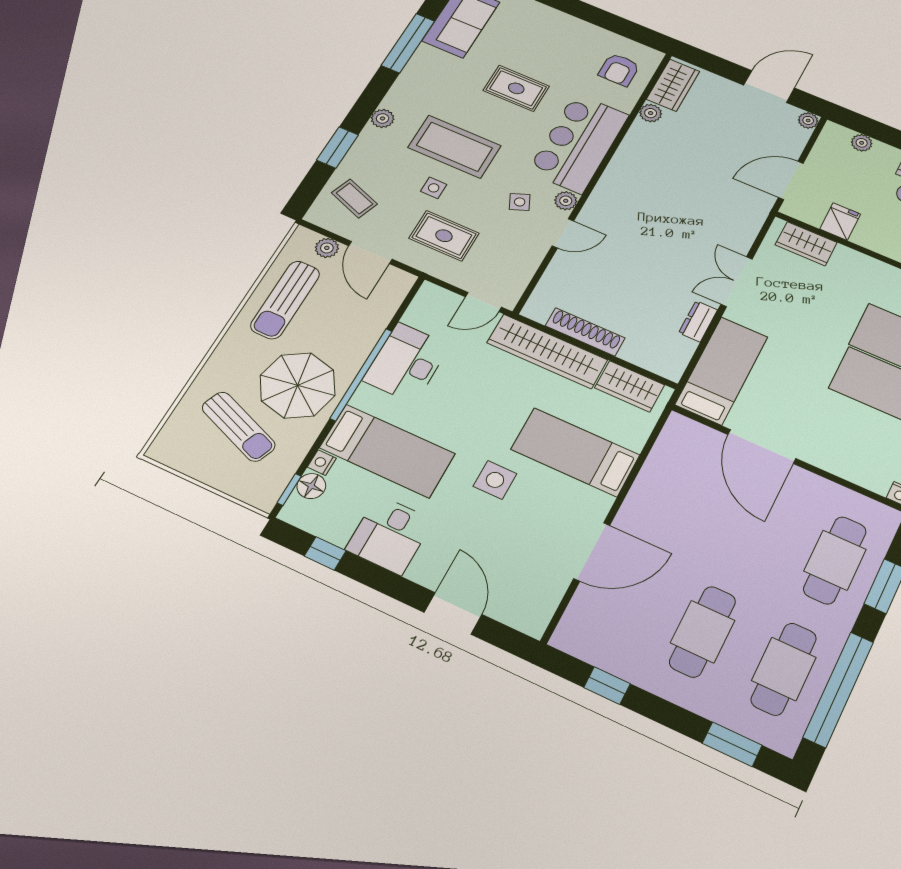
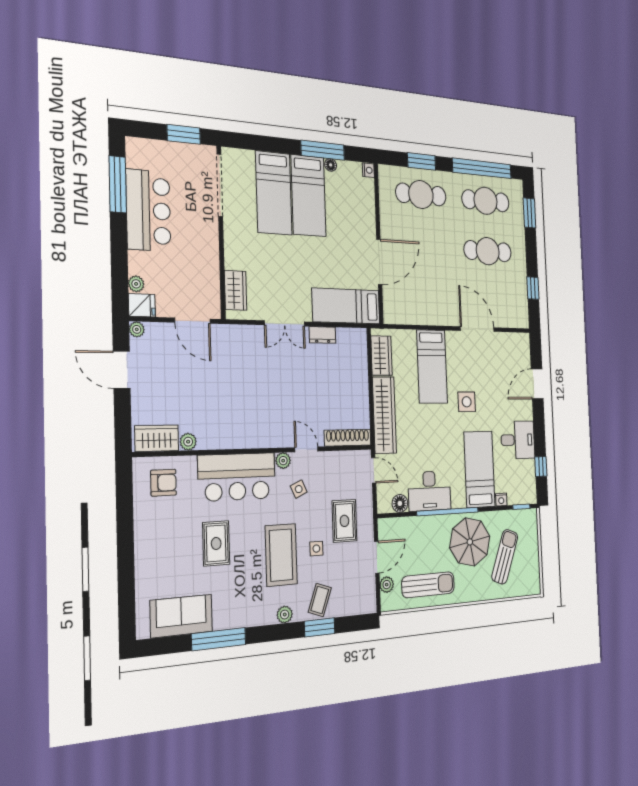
coffee table: (354, 198) -> (320, 600), moved
fridge: (840, 222) -> (142, 305), moved, turned 180
shoe rack: (585, 332) -> (348, 438), moved, turned 90
floor lamp: (311, 486) -> (400, 503), moved

